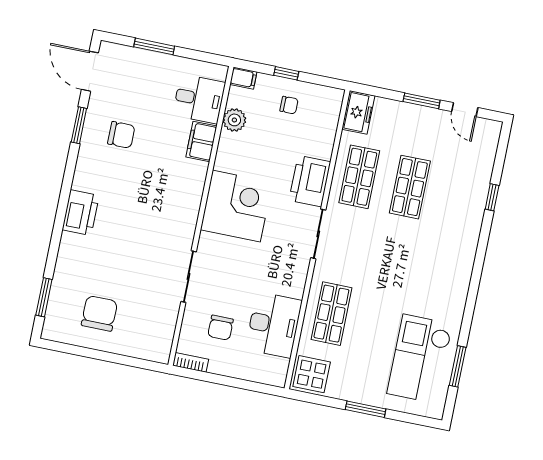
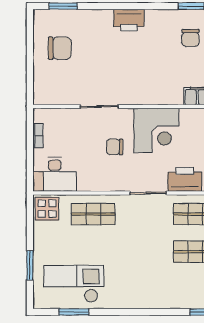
desk: (274, 325) -> (55, 174), moved
chair: (220, 328) -> (115, 147), moved
bookcase: (191, 362) -> (38, 136), moved
window: (366, 409) -> (30, 265), moved

